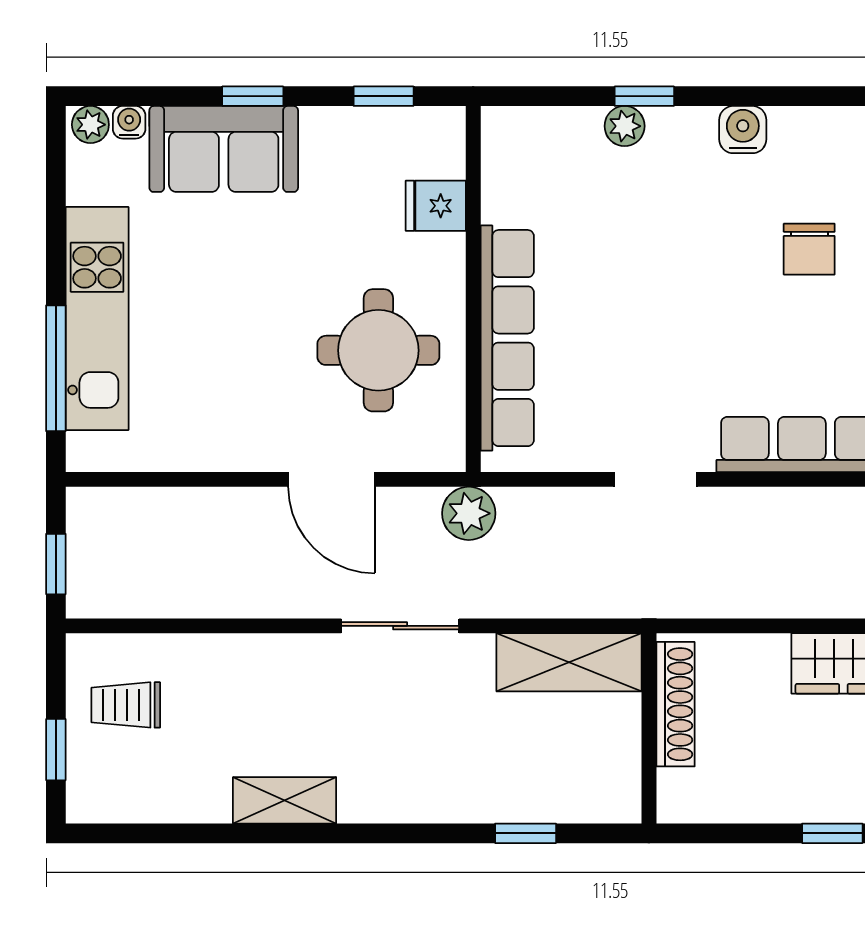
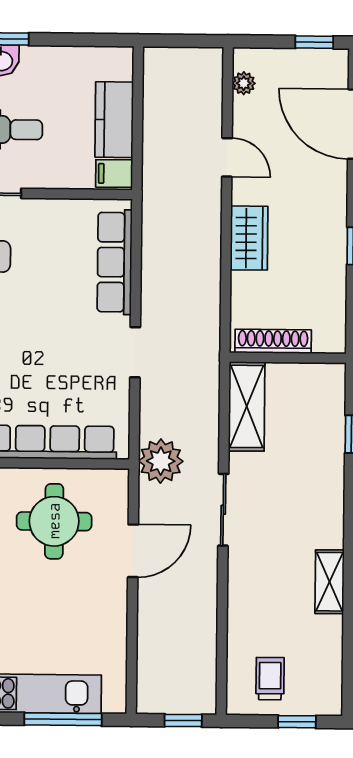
plant: (469, 513) -> (161, 461), width x1.36, depth x1.36
trolley: (126, 705) -> (270, 679), turned 180

